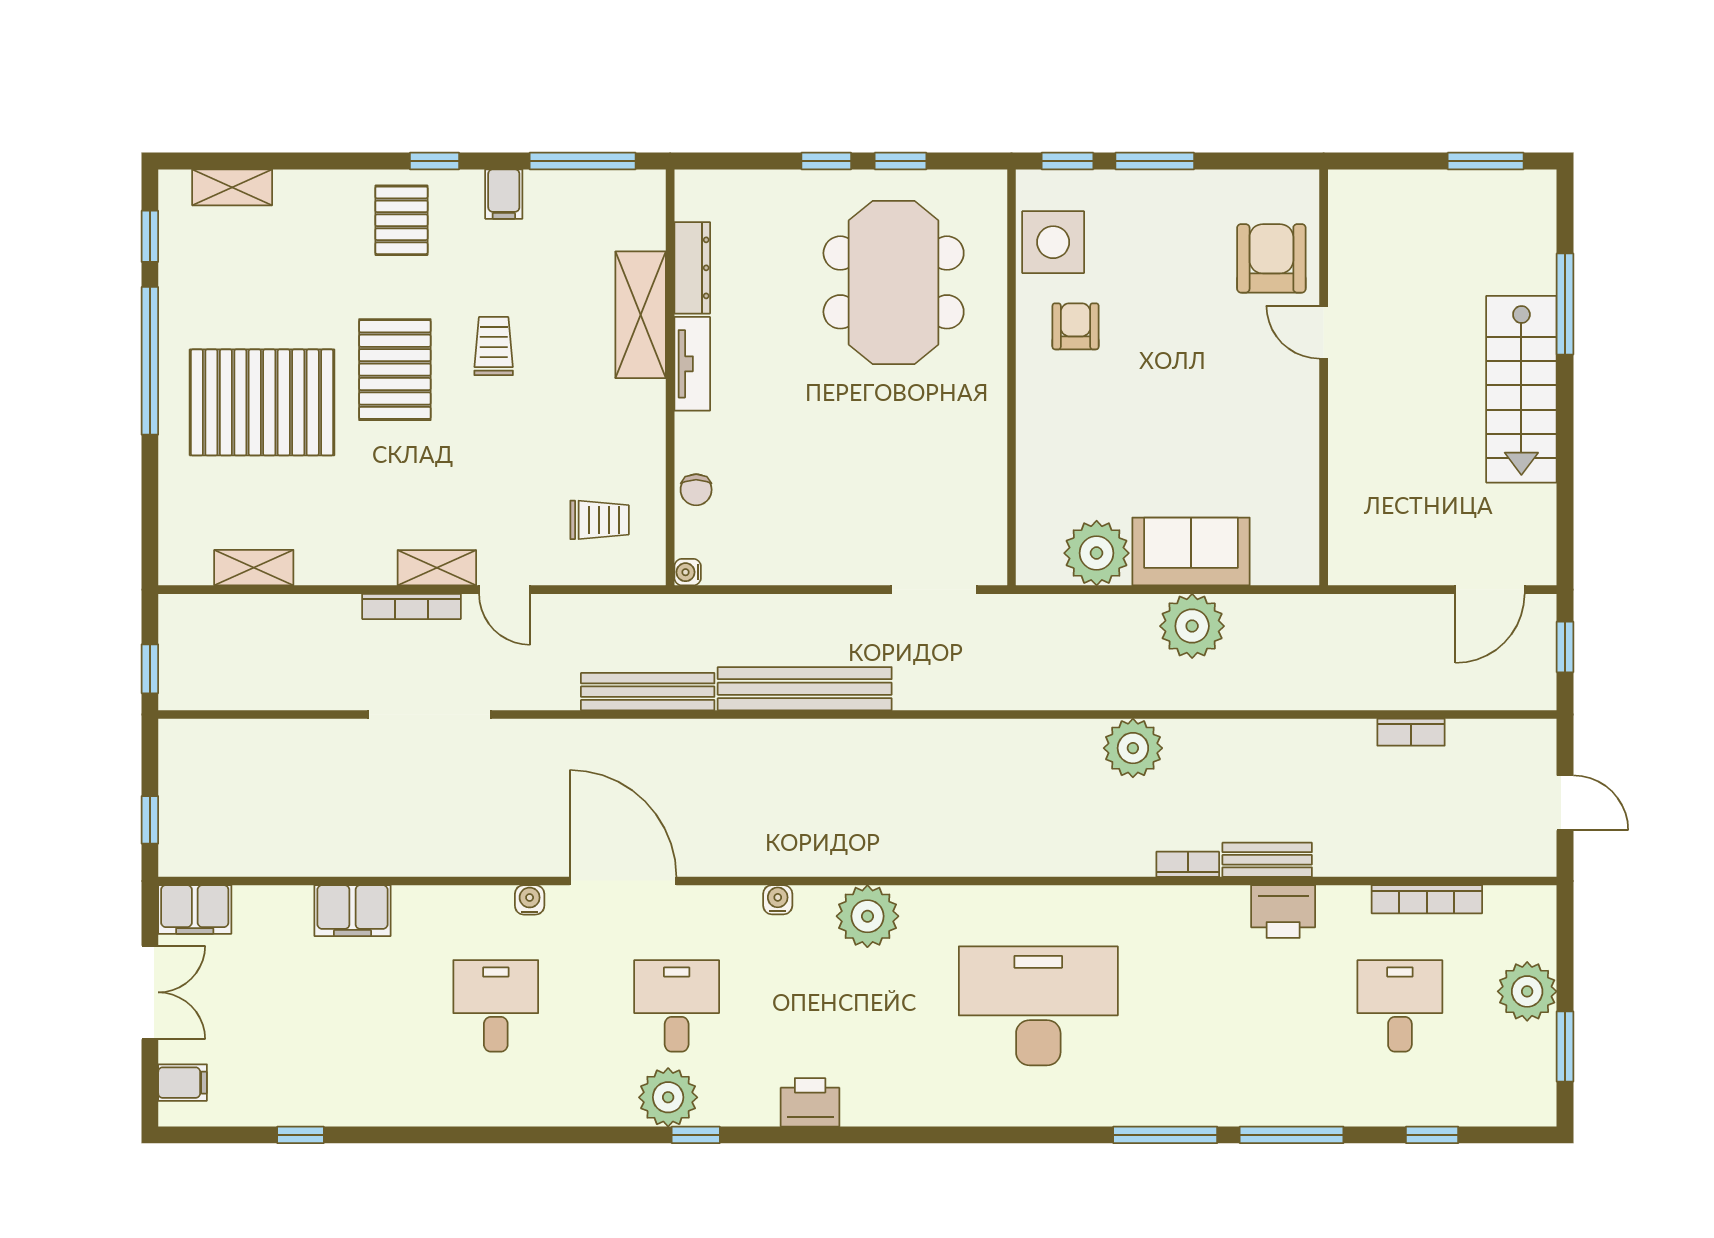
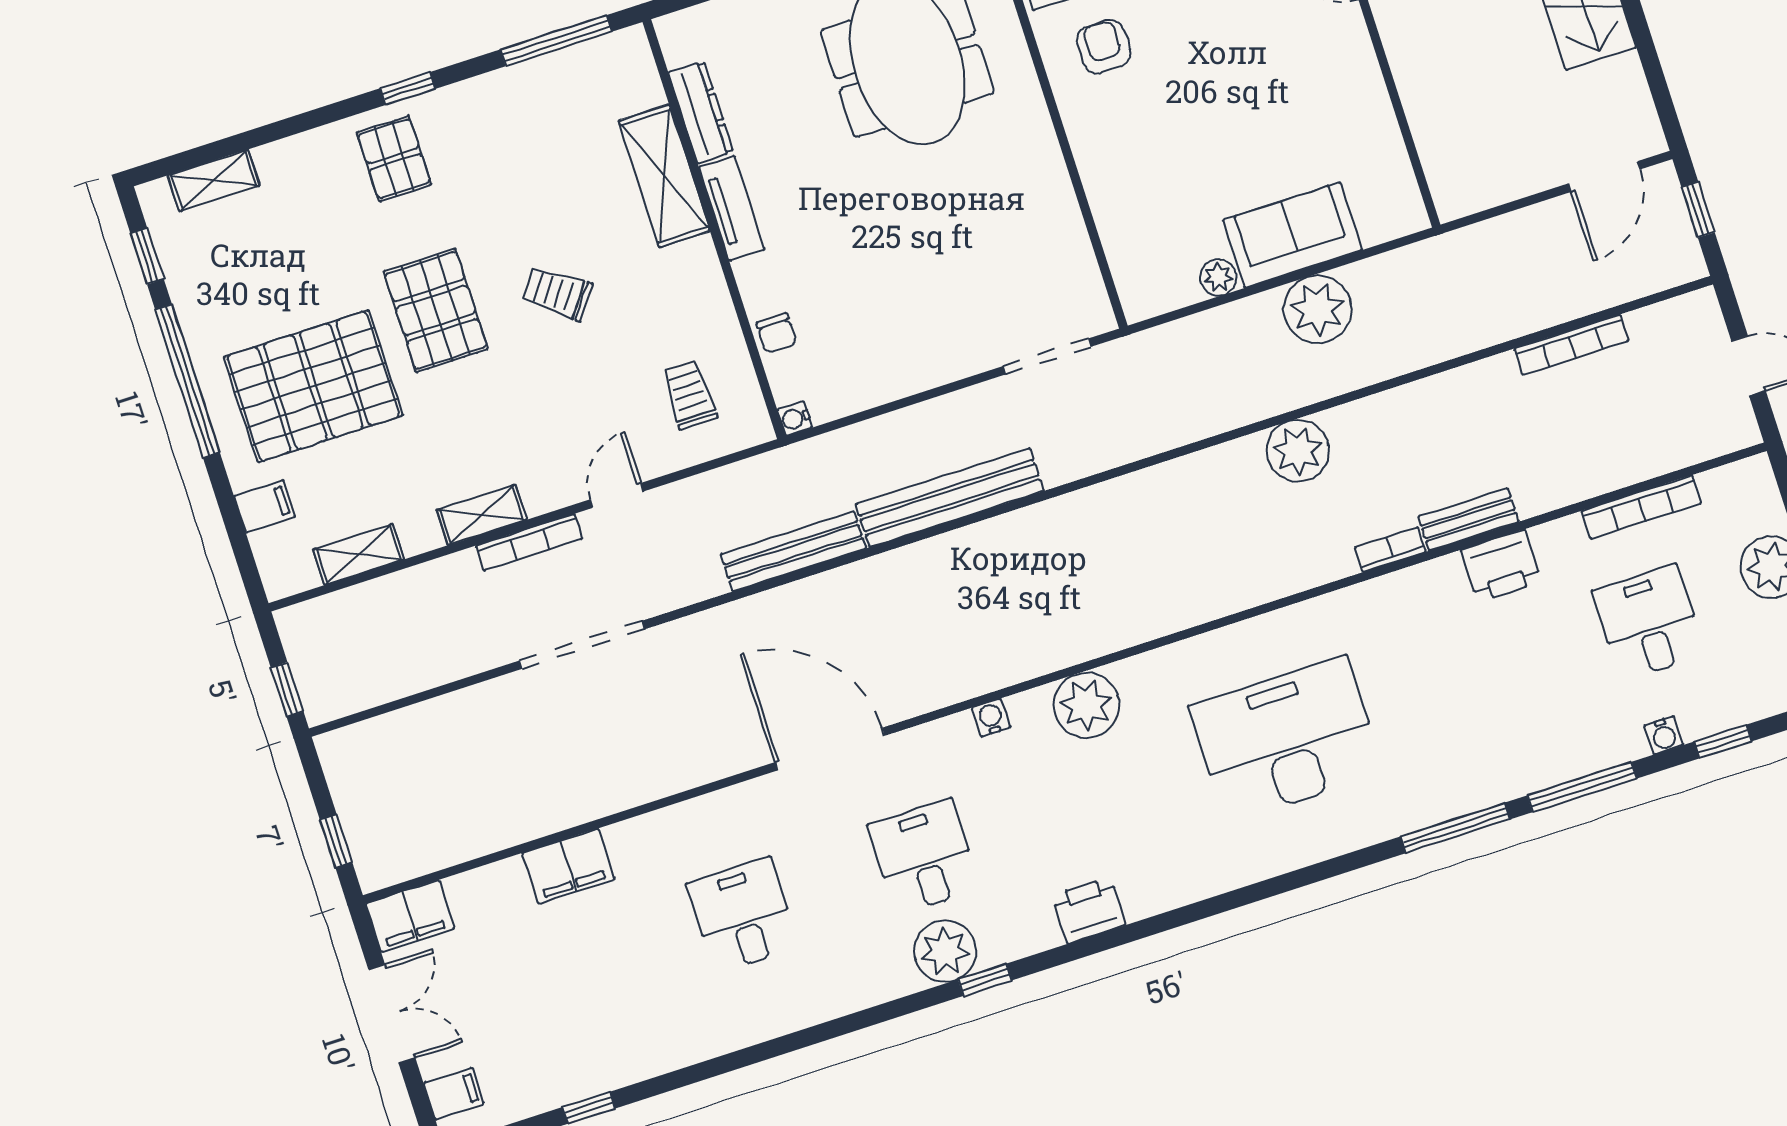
filing cabinet: (504, 194) -> (265, 506), moved, turned -90
trolley: (494, 346) -> (557, 293), moved, turned -54
trolley: (600, 520) -> (689, 395), turned -90
plant: (1097, 553) -> (1218, 277), width x0.53, depth x0.53
shelving: (437, 568) -> (482, 515), moved
door: (505, 590) -> (617, 495), swing flipped
bookcase: (1411, 732) -> (1571, 345), width x1.56
water cooler: (530, 900) -> (1664, 735), moved, turned 180

